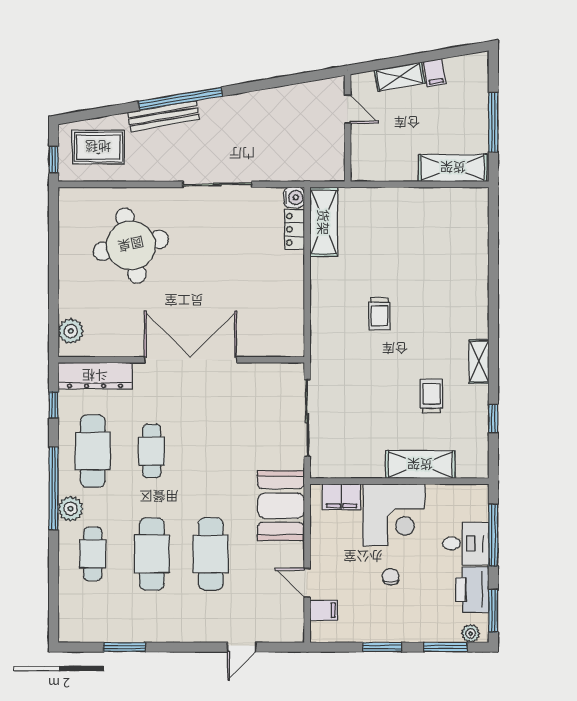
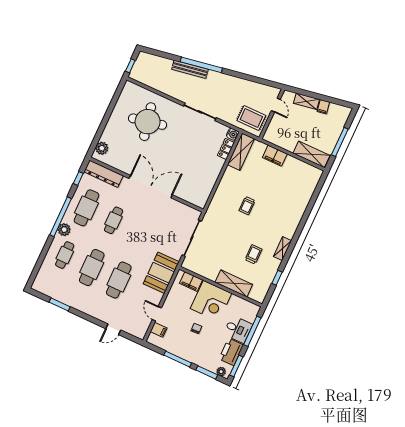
rug: (98, 147) -> (251, 118), moved
filing cabinet: (388, 201) -> (275, 156), added
window: (382, 647) -> (178, 359), width x1.44

